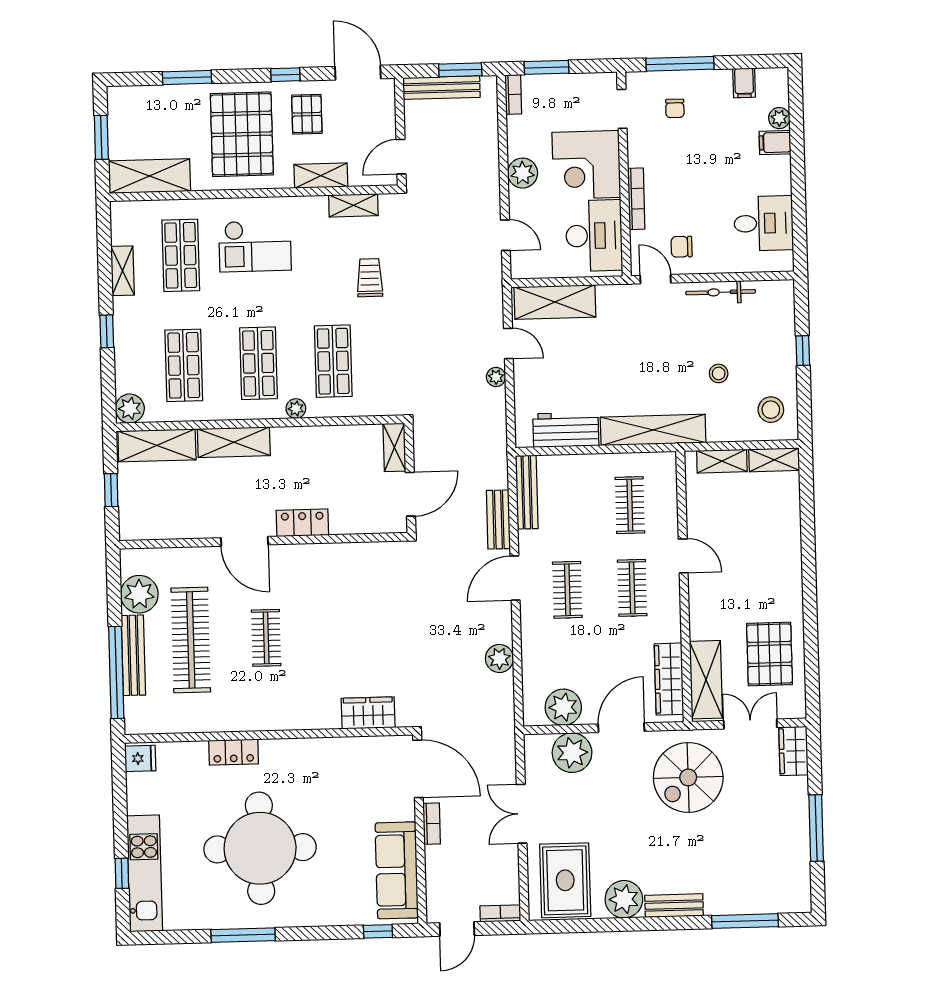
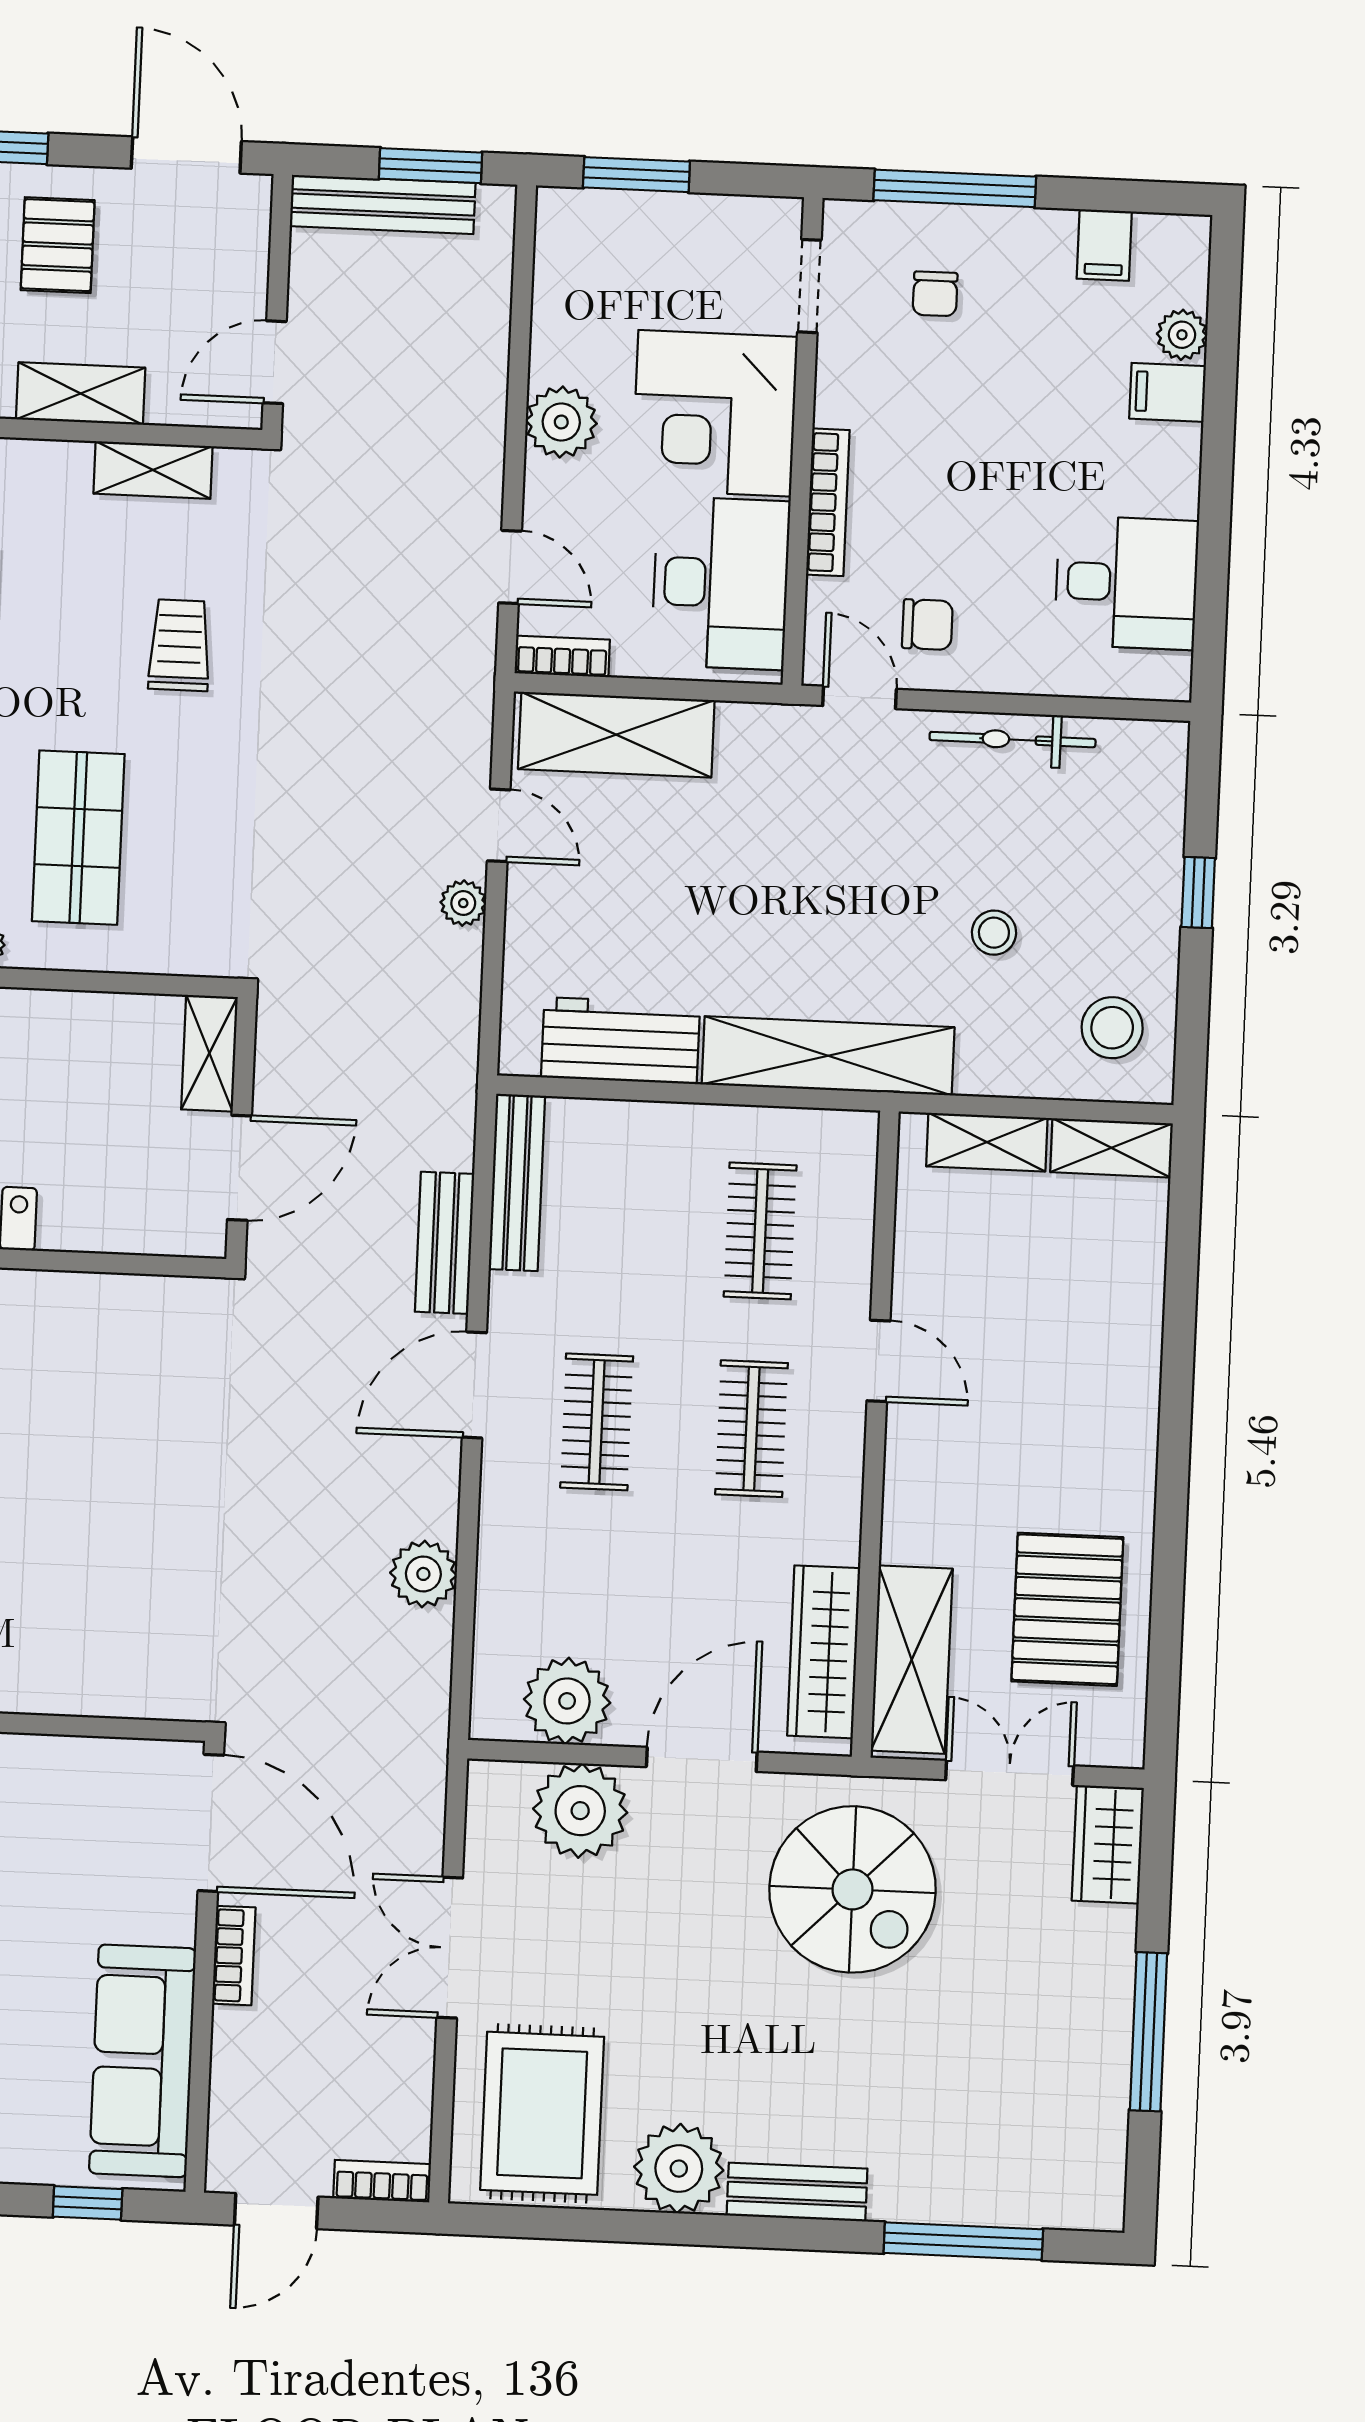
bookcase: (513, 94) -> (562, 656), moved, turned -90
chair: (682, 247) -> (927, 625), turned 180
wardrobe: (368, 713) -> (101, 1681), removed
spiral stairs: (688, 777) -> (853, 1889), turned -90

